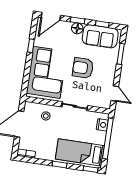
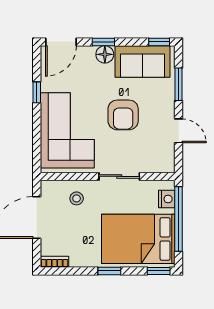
window: (102, 24) -> (159, 42), moved
armchair: (83, 68) -> (123, 115), turned -90
door: (115, 93) -> (179, 131), moved
bed: (80, 152) -> (138, 239), width x1.50

